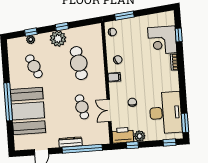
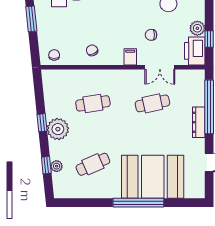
window: (124, 16) -> (31, 19), moved
cafe table: (79, 63) -> (93, 103), width x0.73, depth x0.74
filing cabinet: (114, 77) -> (130, 57), moved

